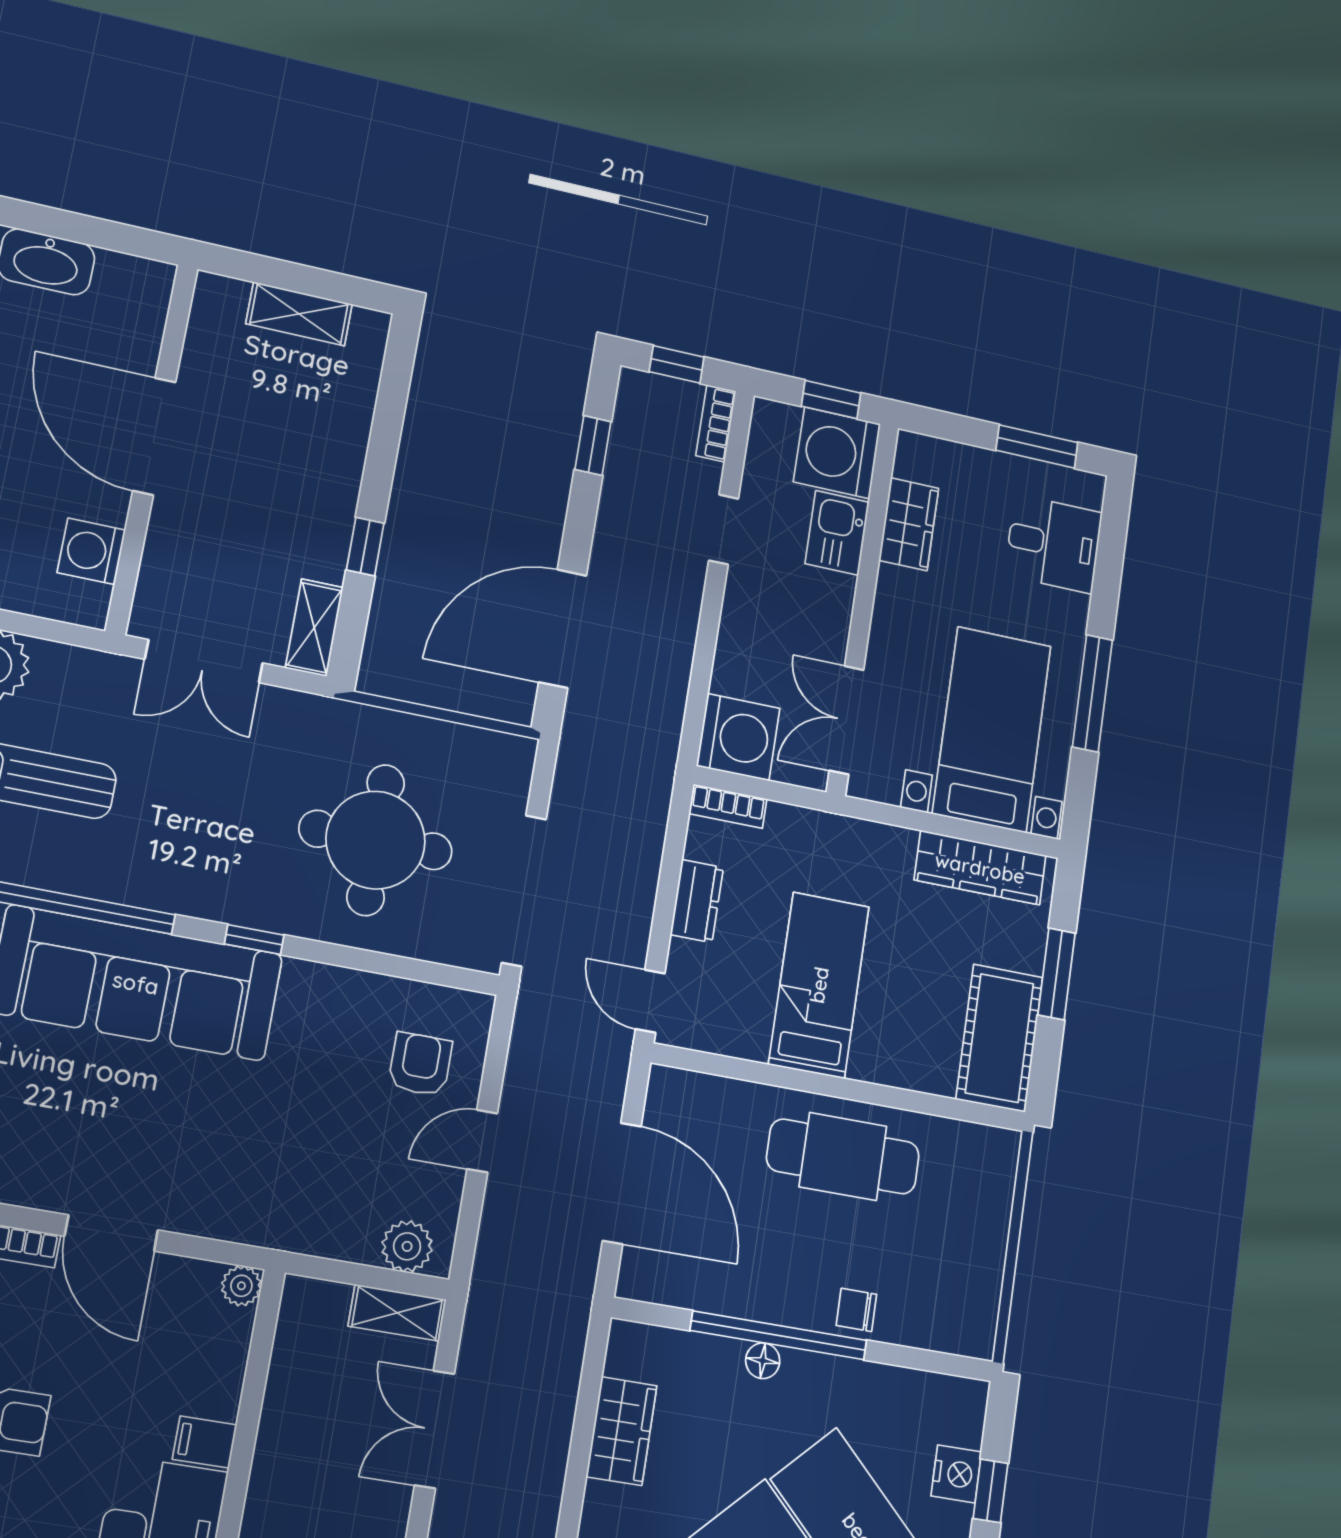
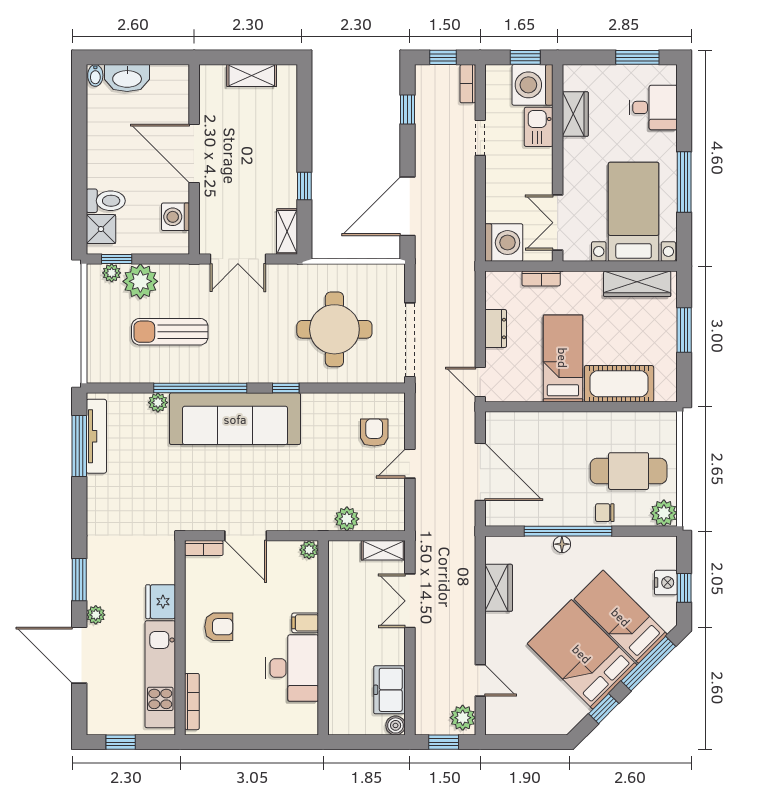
bookcase: (728, 806) -> (541, 278), moved
cot: (999, 1038) -> (619, 384), moved, turned 90
cafe table: (843, 1156) -> (629, 471), moved
plant: (407, 1246) -> (347, 519), moved
plant: (971, 1330) -> (664, 513), added

